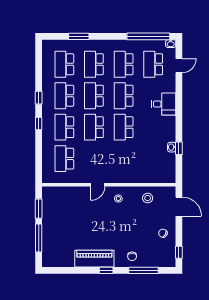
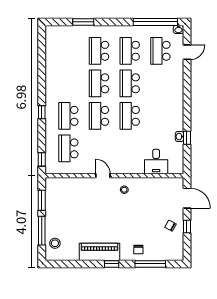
school desk: (64, 64) -> (68, 51), removed
school desk: (64, 96) -> (68, 83), removed
window: (39, 98) -> (42, 159), moved
desk: (164, 104) -> (156, 161), moved, turned 90
door: (98, 185) -> (103, 176), swing flipped
stool: (148, 198) -> (55, 243), moved
window: (179, 252) -> (187, 227), moved

